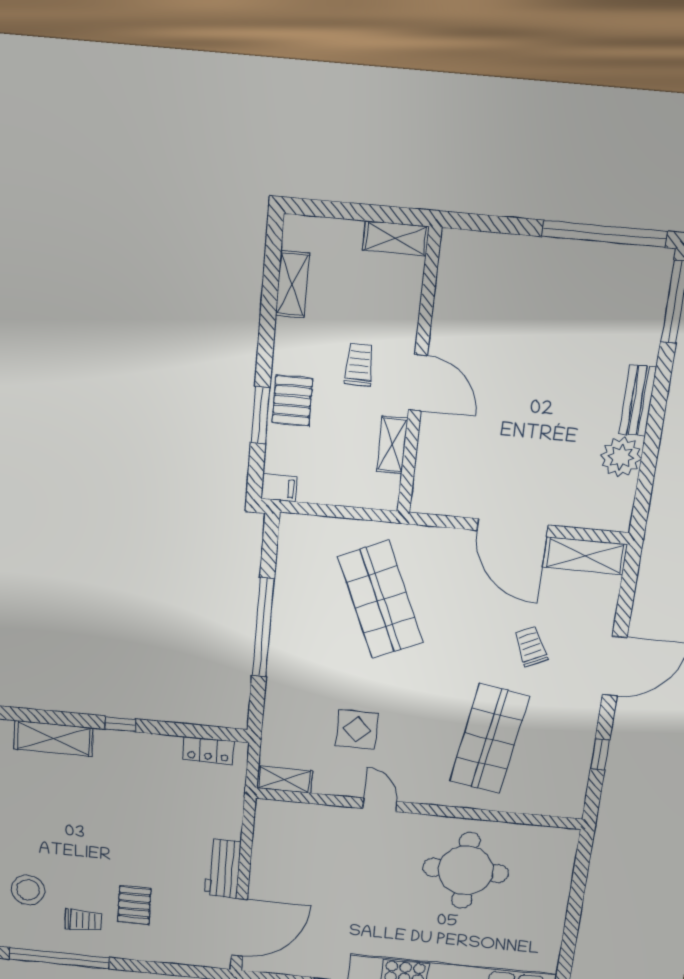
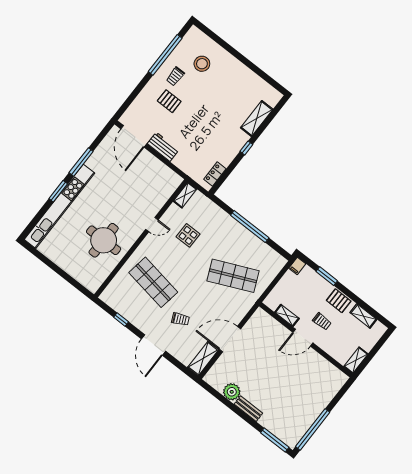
pallet: (292, 401) -> (339, 301), moved

